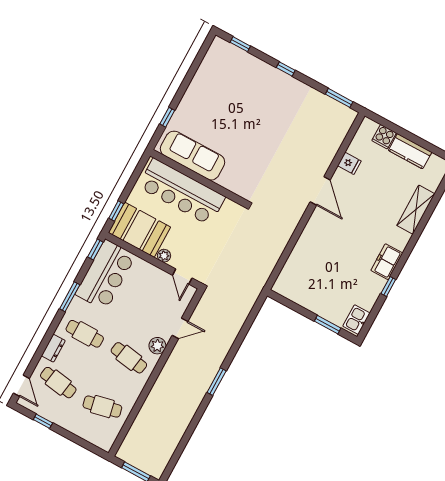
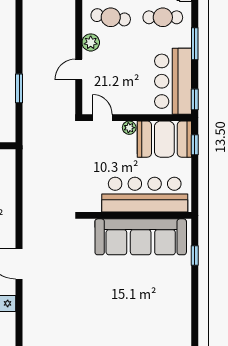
sofa: (193, 156) -> (141, 237), width x1.36, depth x1.27
window: (217, 382) -> (19, 88), moved

